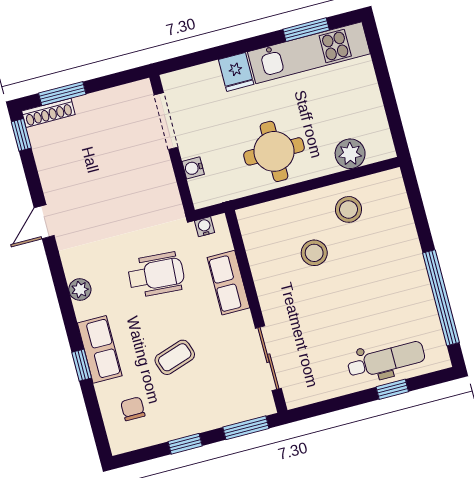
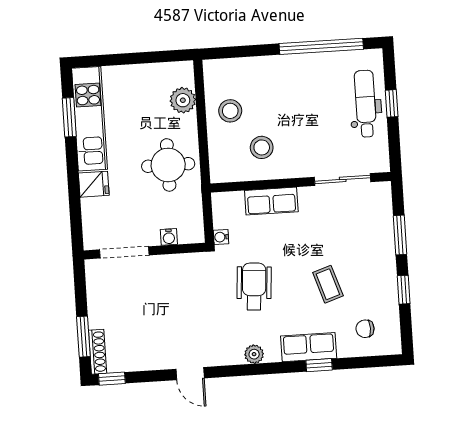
row of seats: (228, 283) -> (271, 201), moved
wall: (256, 311) -> (301, 182), moved
sliding door: (268, 358) -> (343, 179), moved

